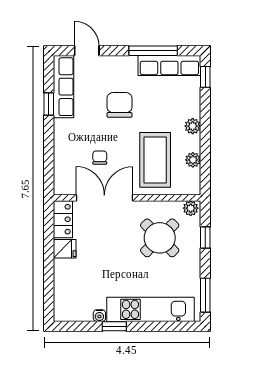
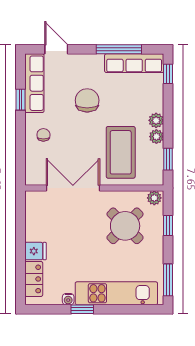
chair: (100, 158) -> (43, 135), moved
plant: (193, 160) -> (156, 137), moved
window: (205, 167) -> (168, 159), added
locker: (63, 219) -> (34, 279), moved
fridge: (65, 249) -> (35, 251), moved

